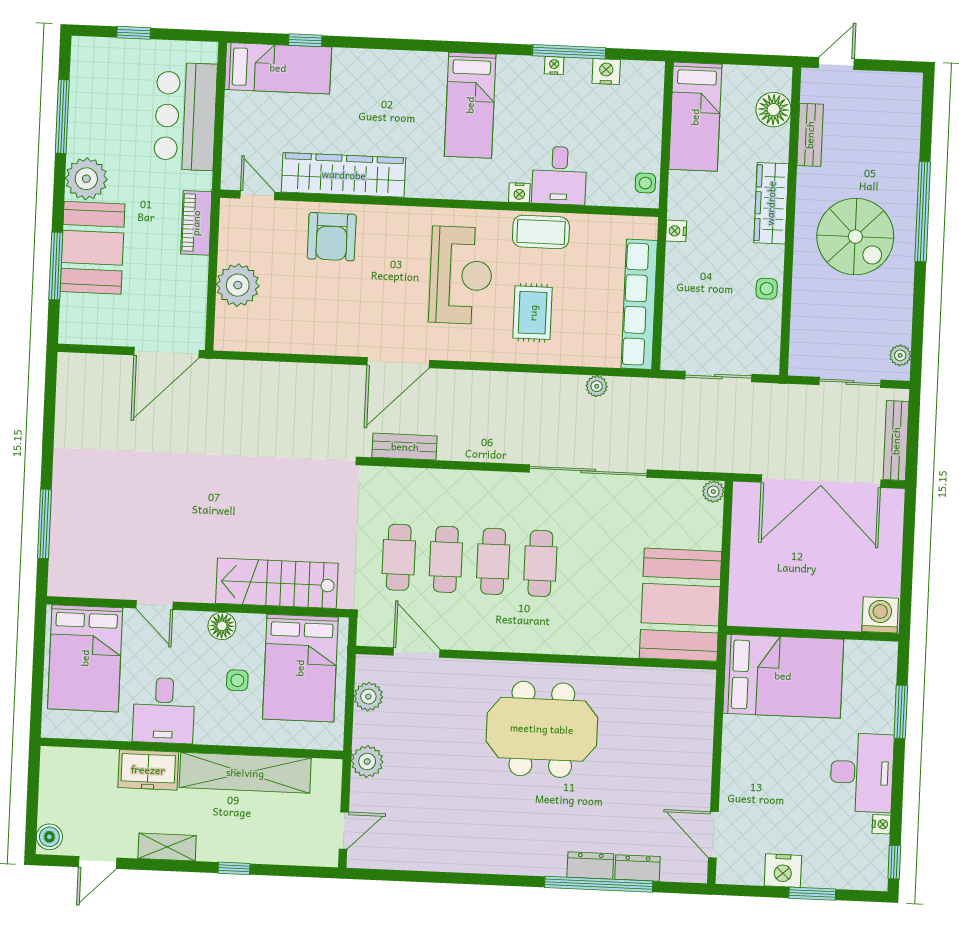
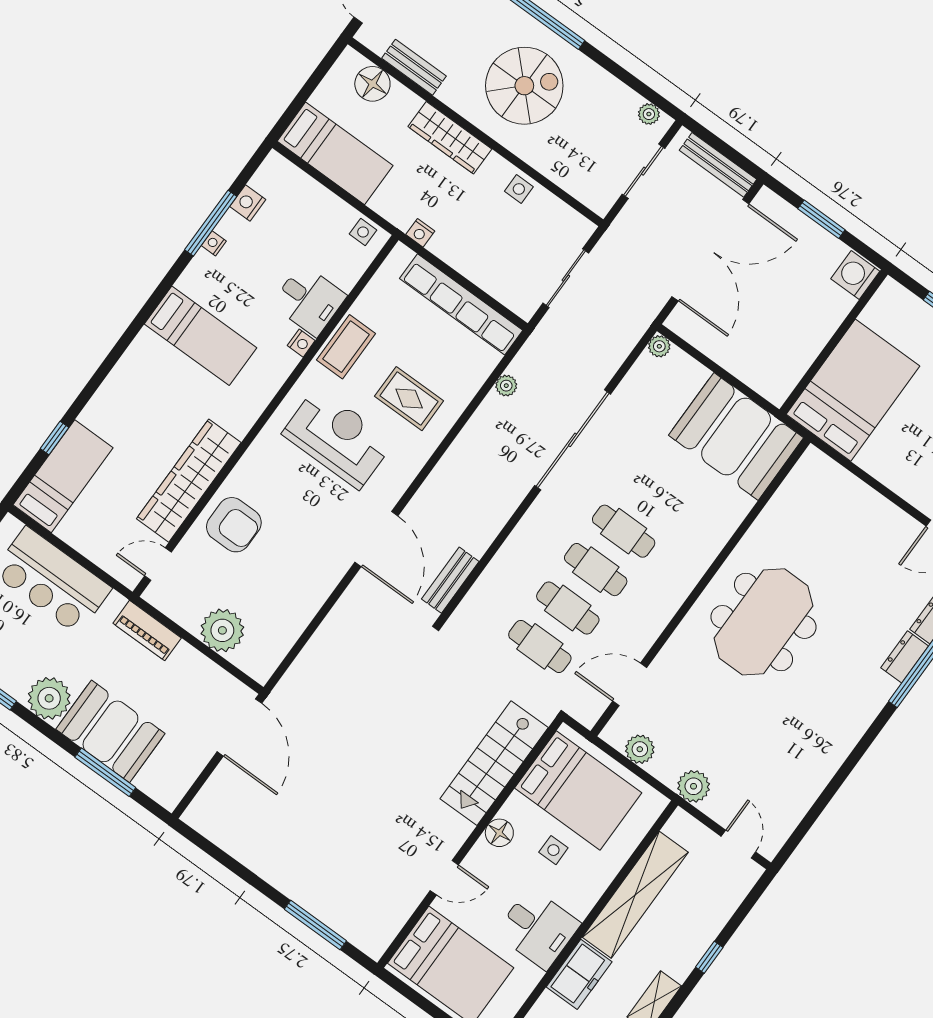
window: (908, 556) -> (821, 219), added

